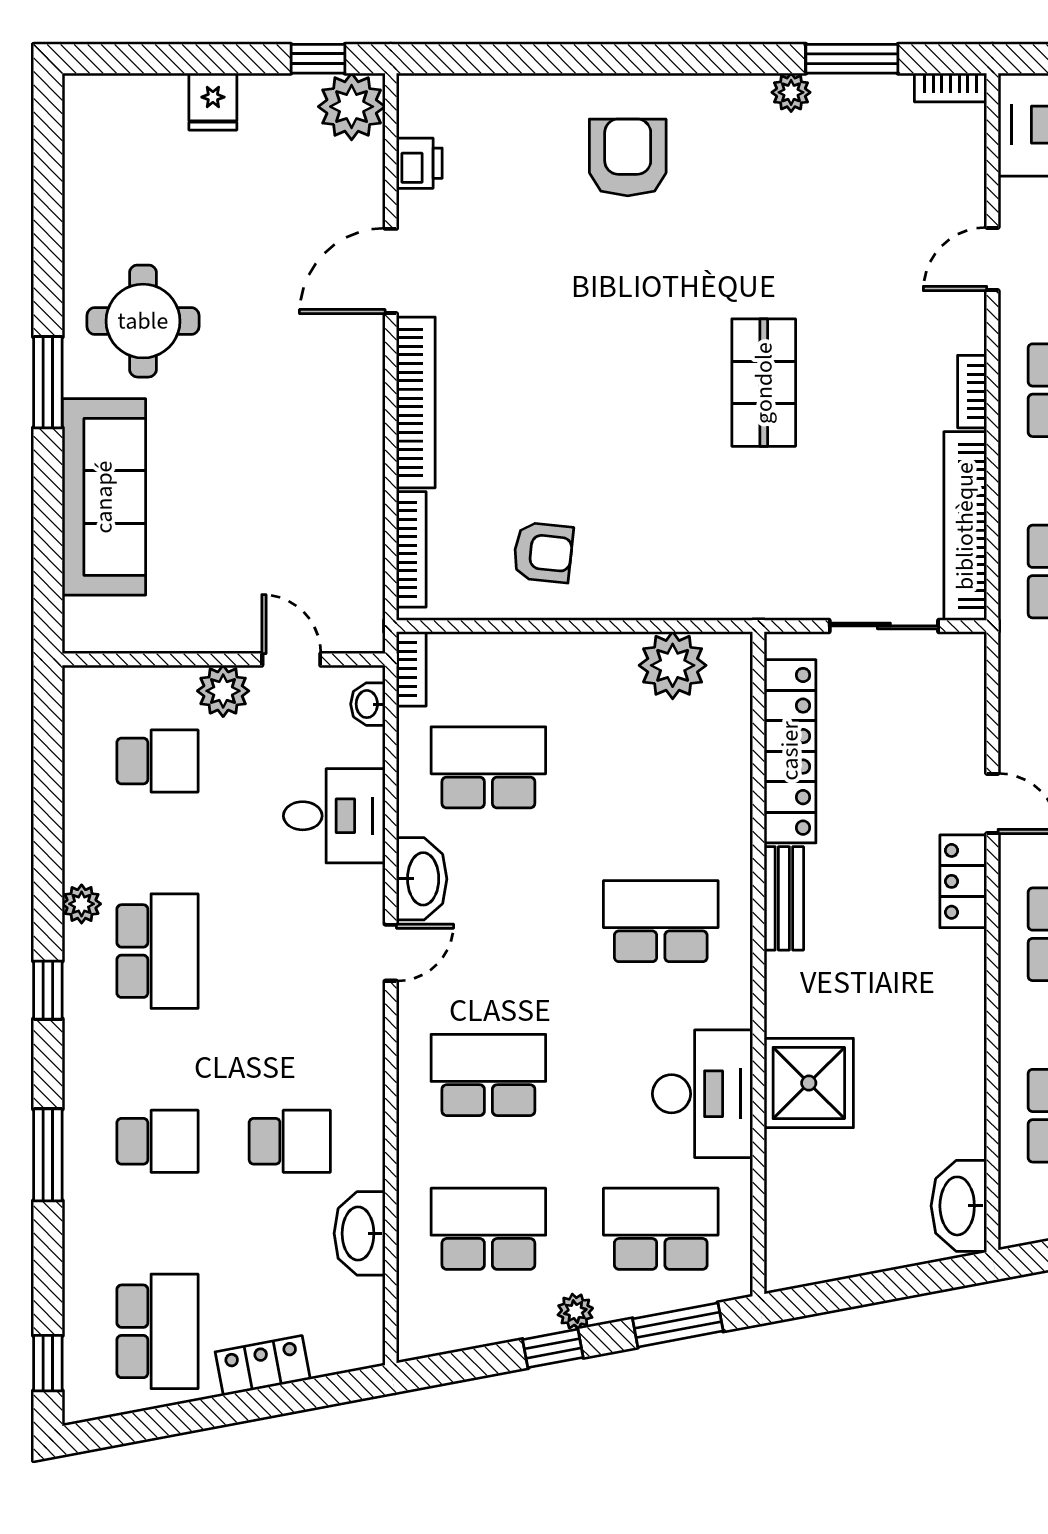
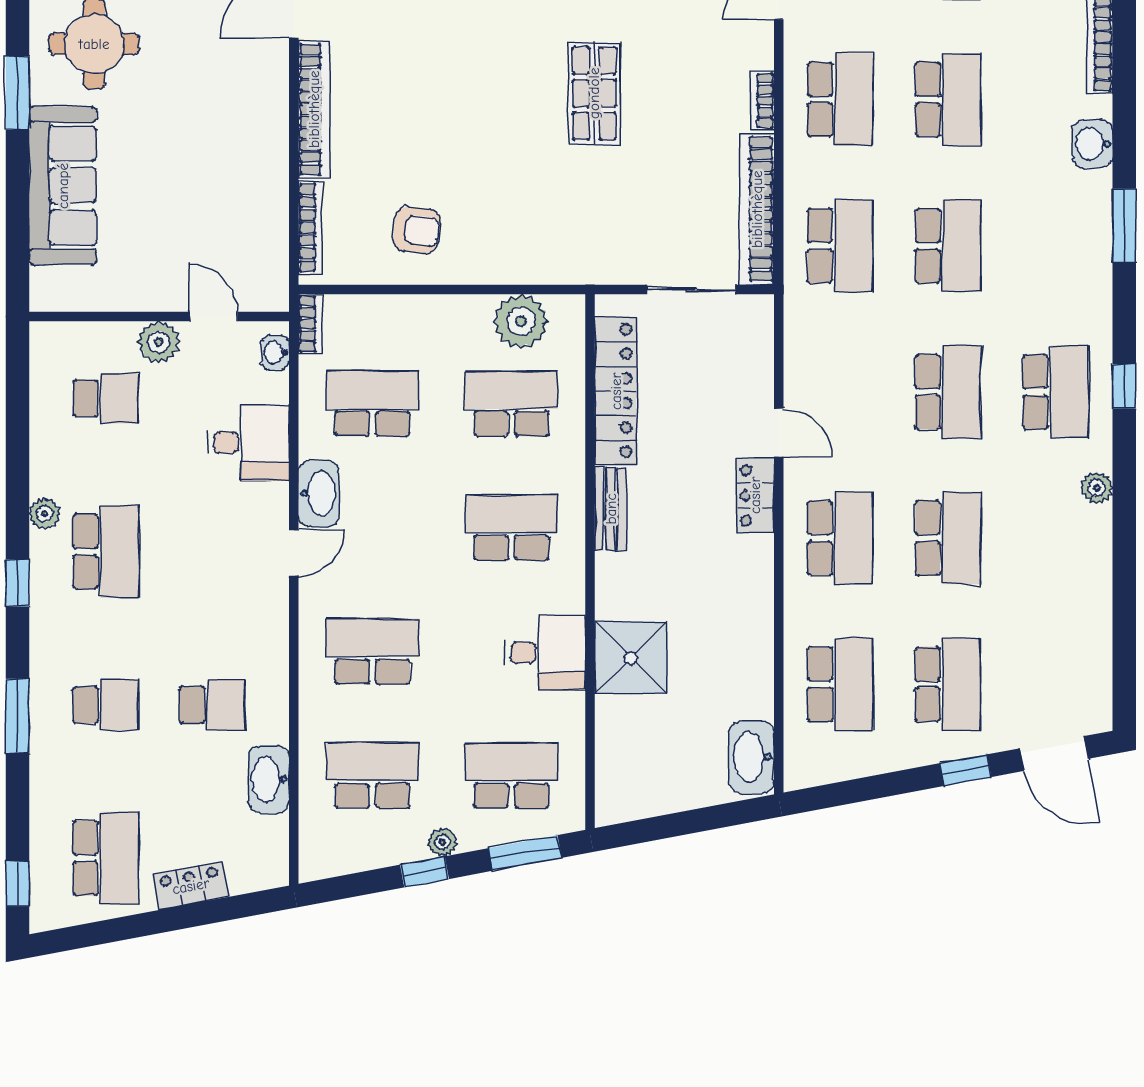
school desk: (661, 767) -> (511, 404), added
desk: (703, 1094) -> (545, 653), width x0.73

